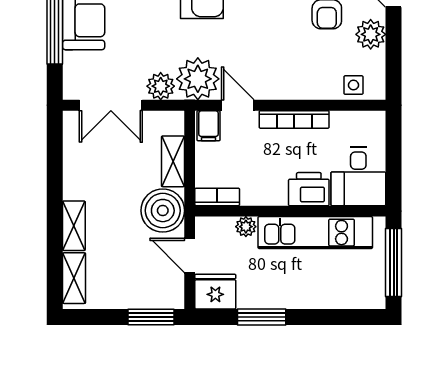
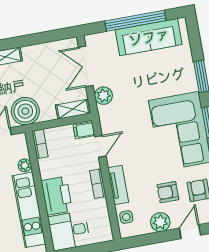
plant: (198, 79) -> (112, 118), removed
tv unit: (302, 89) -> (118, 185), added
bookcase: (294, 119) -> (98, 184), width x0.64
shelving: (173, 161) -> (73, 109), moved
printer: (309, 189) -> (57, 196), width x1.37, depth x1.19

